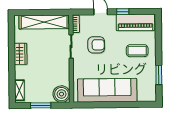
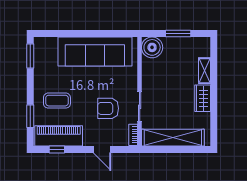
window: (123, 12) -> (57, 150), moved
window: (158, 38) -> (30, 116), added
window: (159, 75) -> (30, 56), moved
shelving: (19, 90) -> (205, 71), moved

